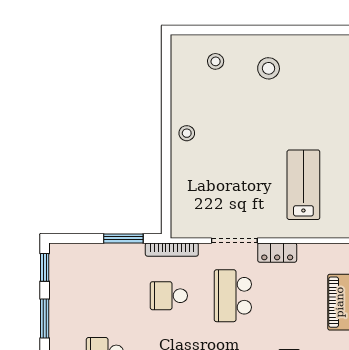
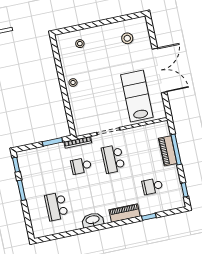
stool: (269, 68) -> (127, 38), moved
lab bench: (303, 185) -> (137, 96), width x1.36, depth x1.39
locker: (277, 253) -> (131, 133), removed

